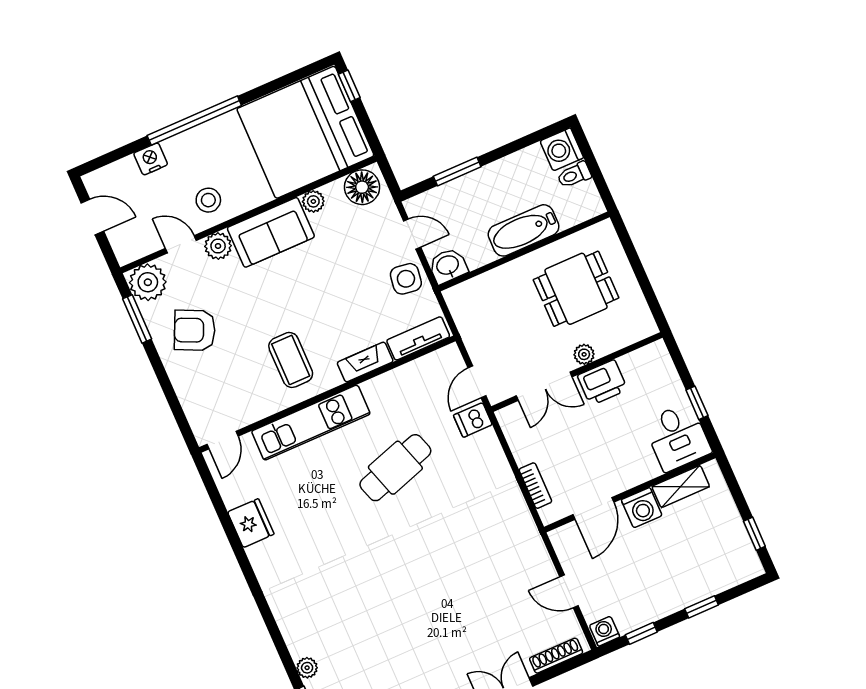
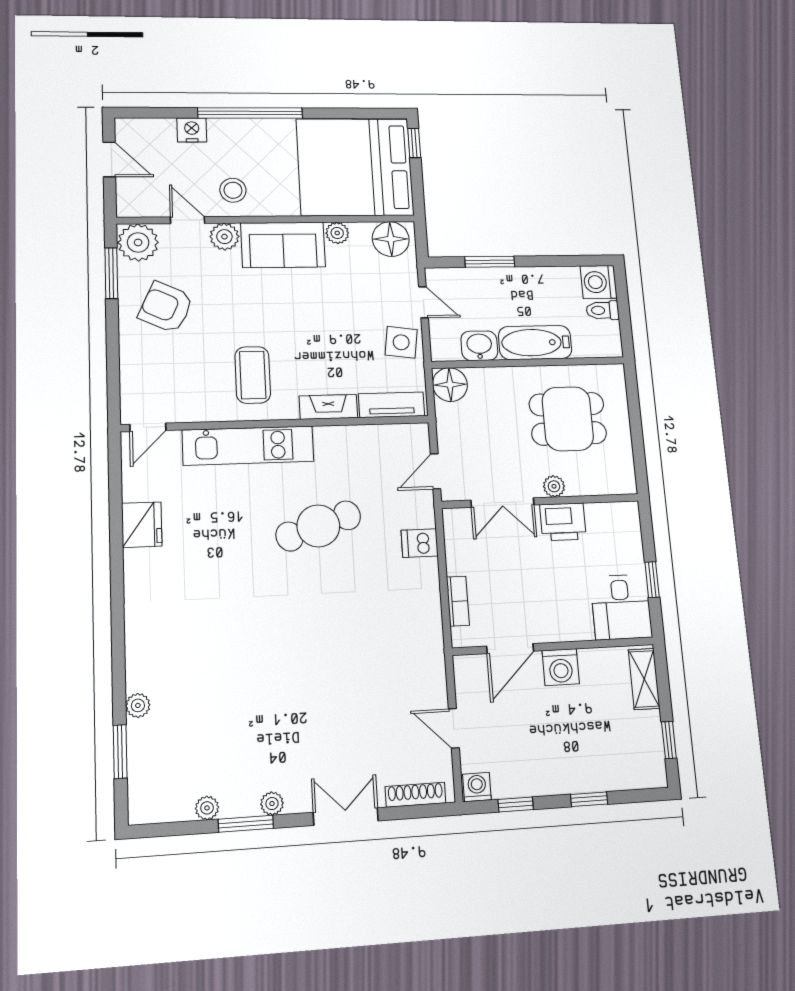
washbasin: (448, 266) -> (479, 346), moved
floor lamp: (462, 300) -> (450, 385), added
dishwasher: (473, 420) -> (420, 543), moved
shelving: (681, 487) -> (644, 679), moved, turned 90

